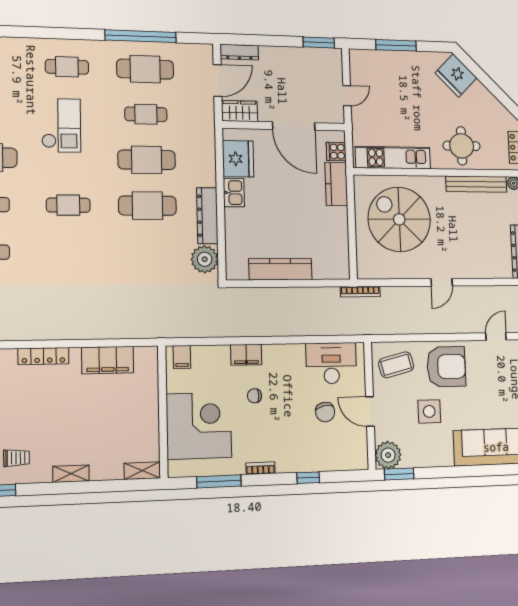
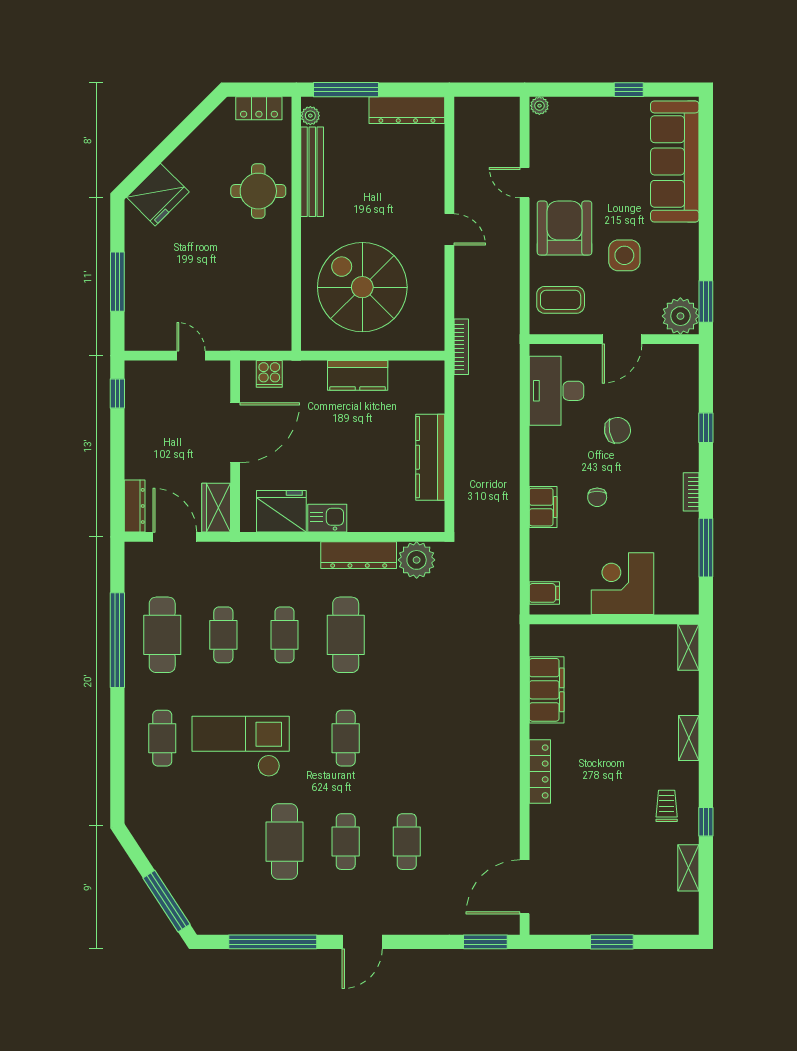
window: (319, 43) -> (117, 393), width x0.67
checkout: (61, 125) -> (241, 746), width x1.36, depth x1.21
kitchen unit: (393, 158) -> (276, 293), removed
cafe table: (147, 160) -> (285, 635), width x0.73, depth x0.74
kitchen counter: (336, 184) -> (358, 375), moved
spiral stairs: (399, 219) -> (362, 287), turned 90
door: (496, 336) -> (525, 183), moved
coffee table: (396, 365) -> (561, 300), turned -76
chair: (325, 412) -> (617, 430), moved
corner desk: (199, 426) -> (623, 584), width x0.74, depth x0.74

